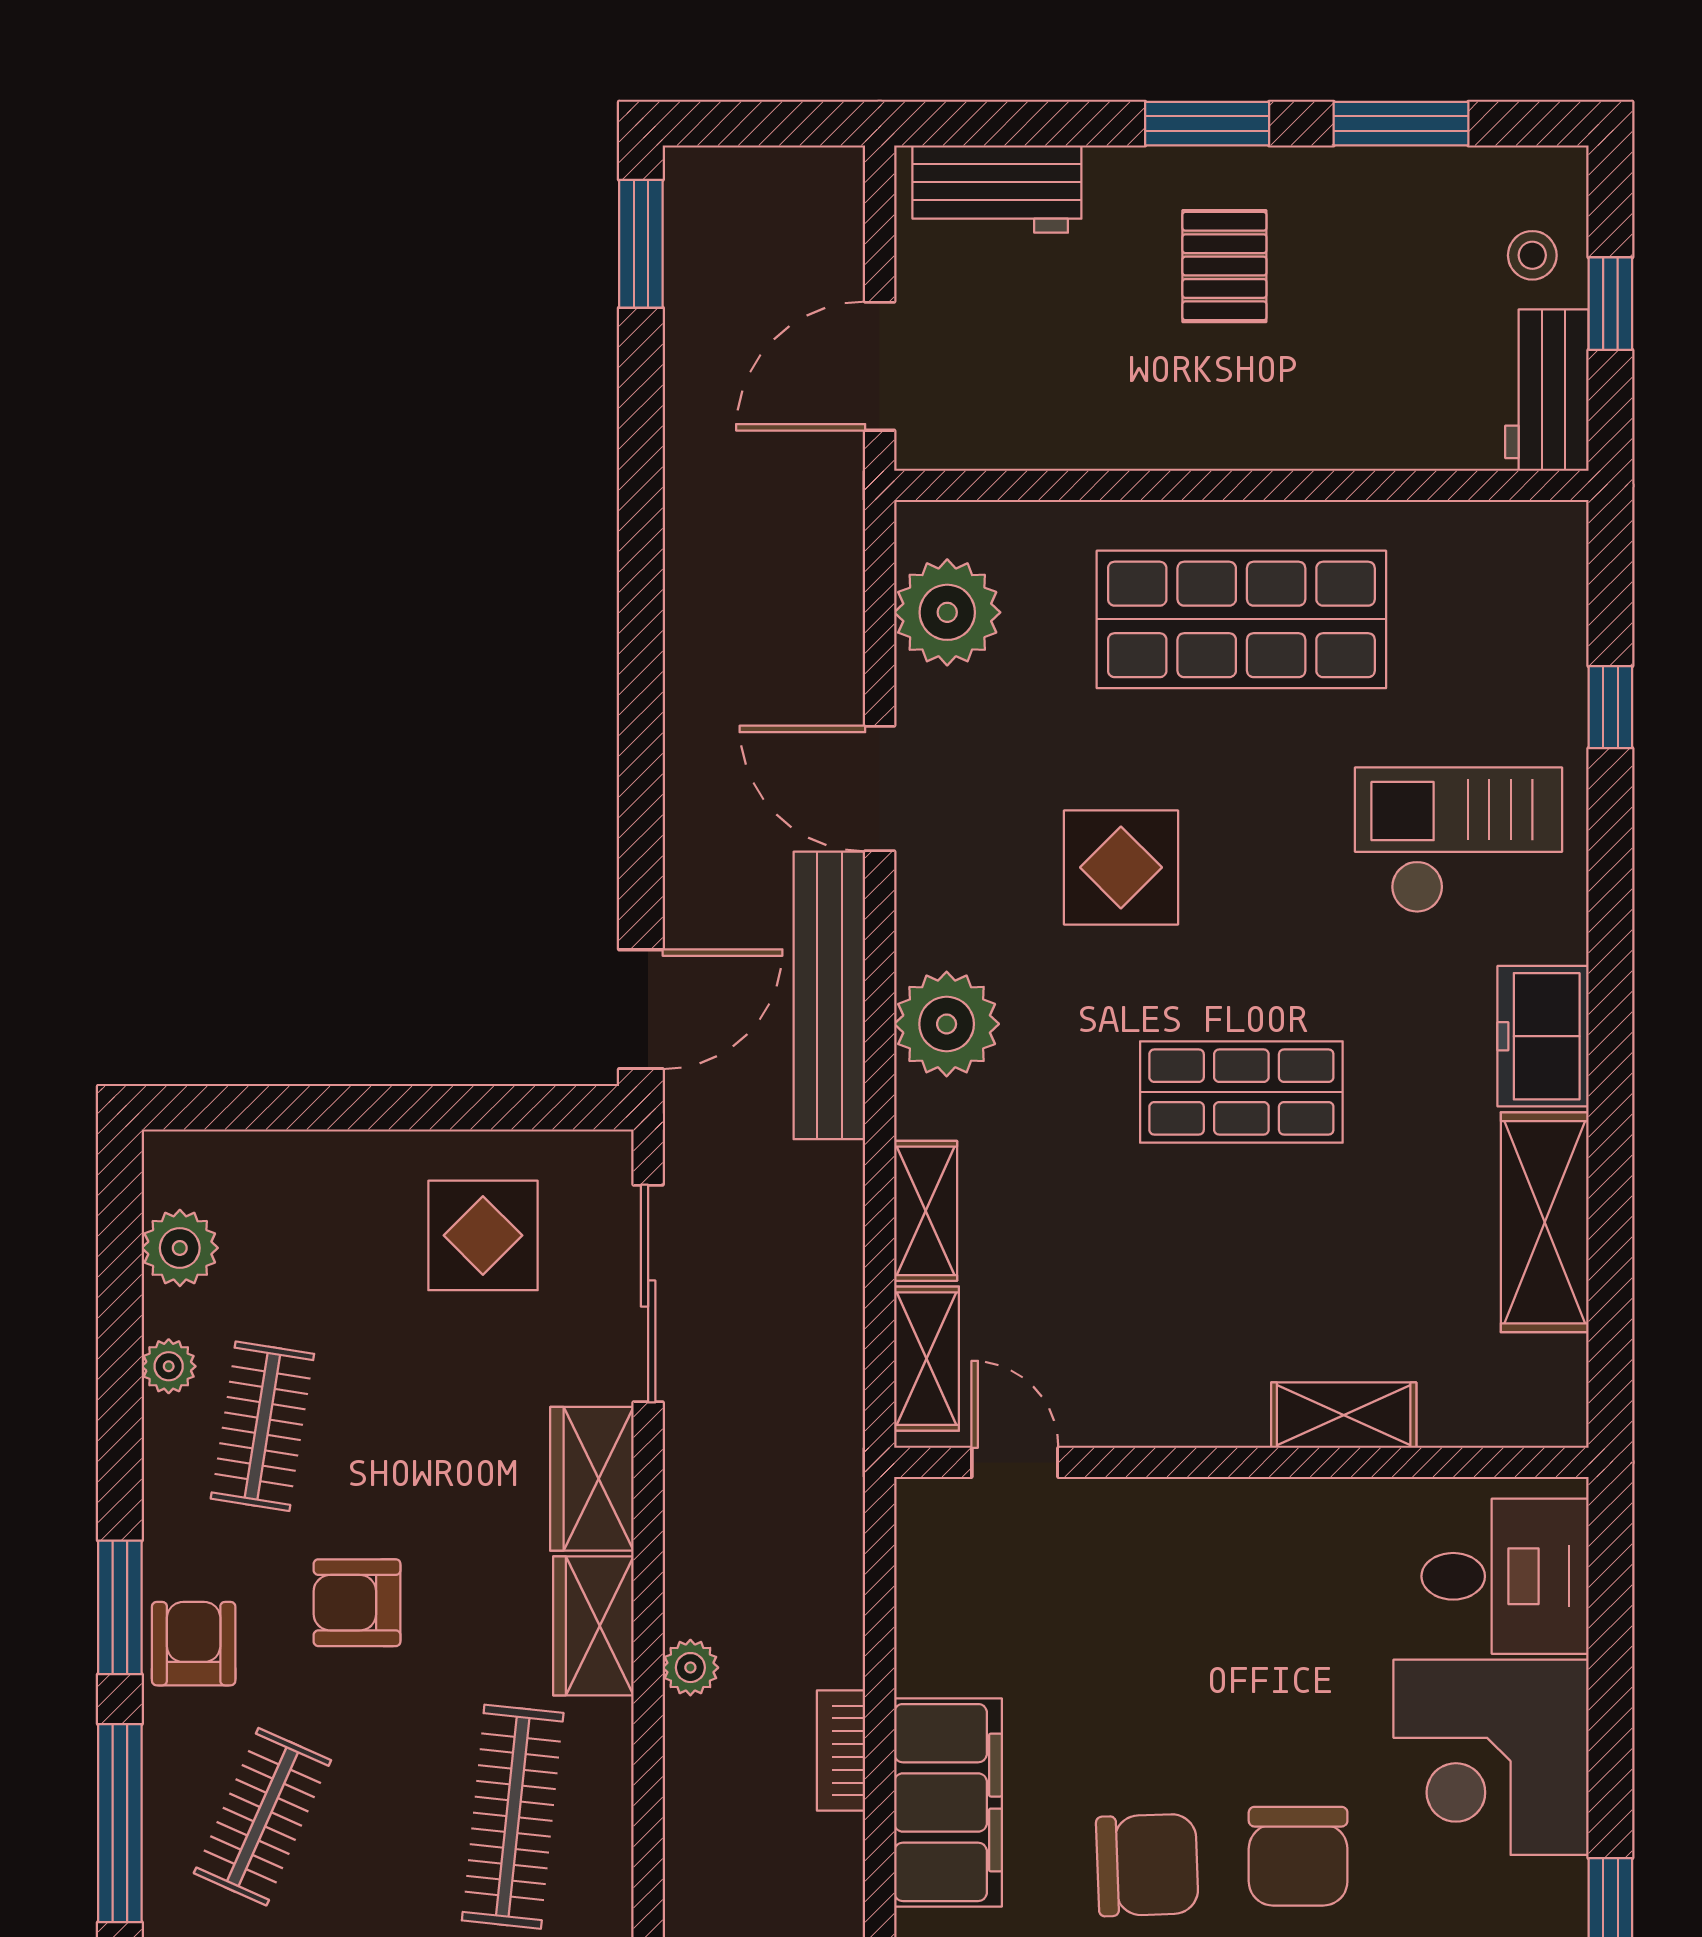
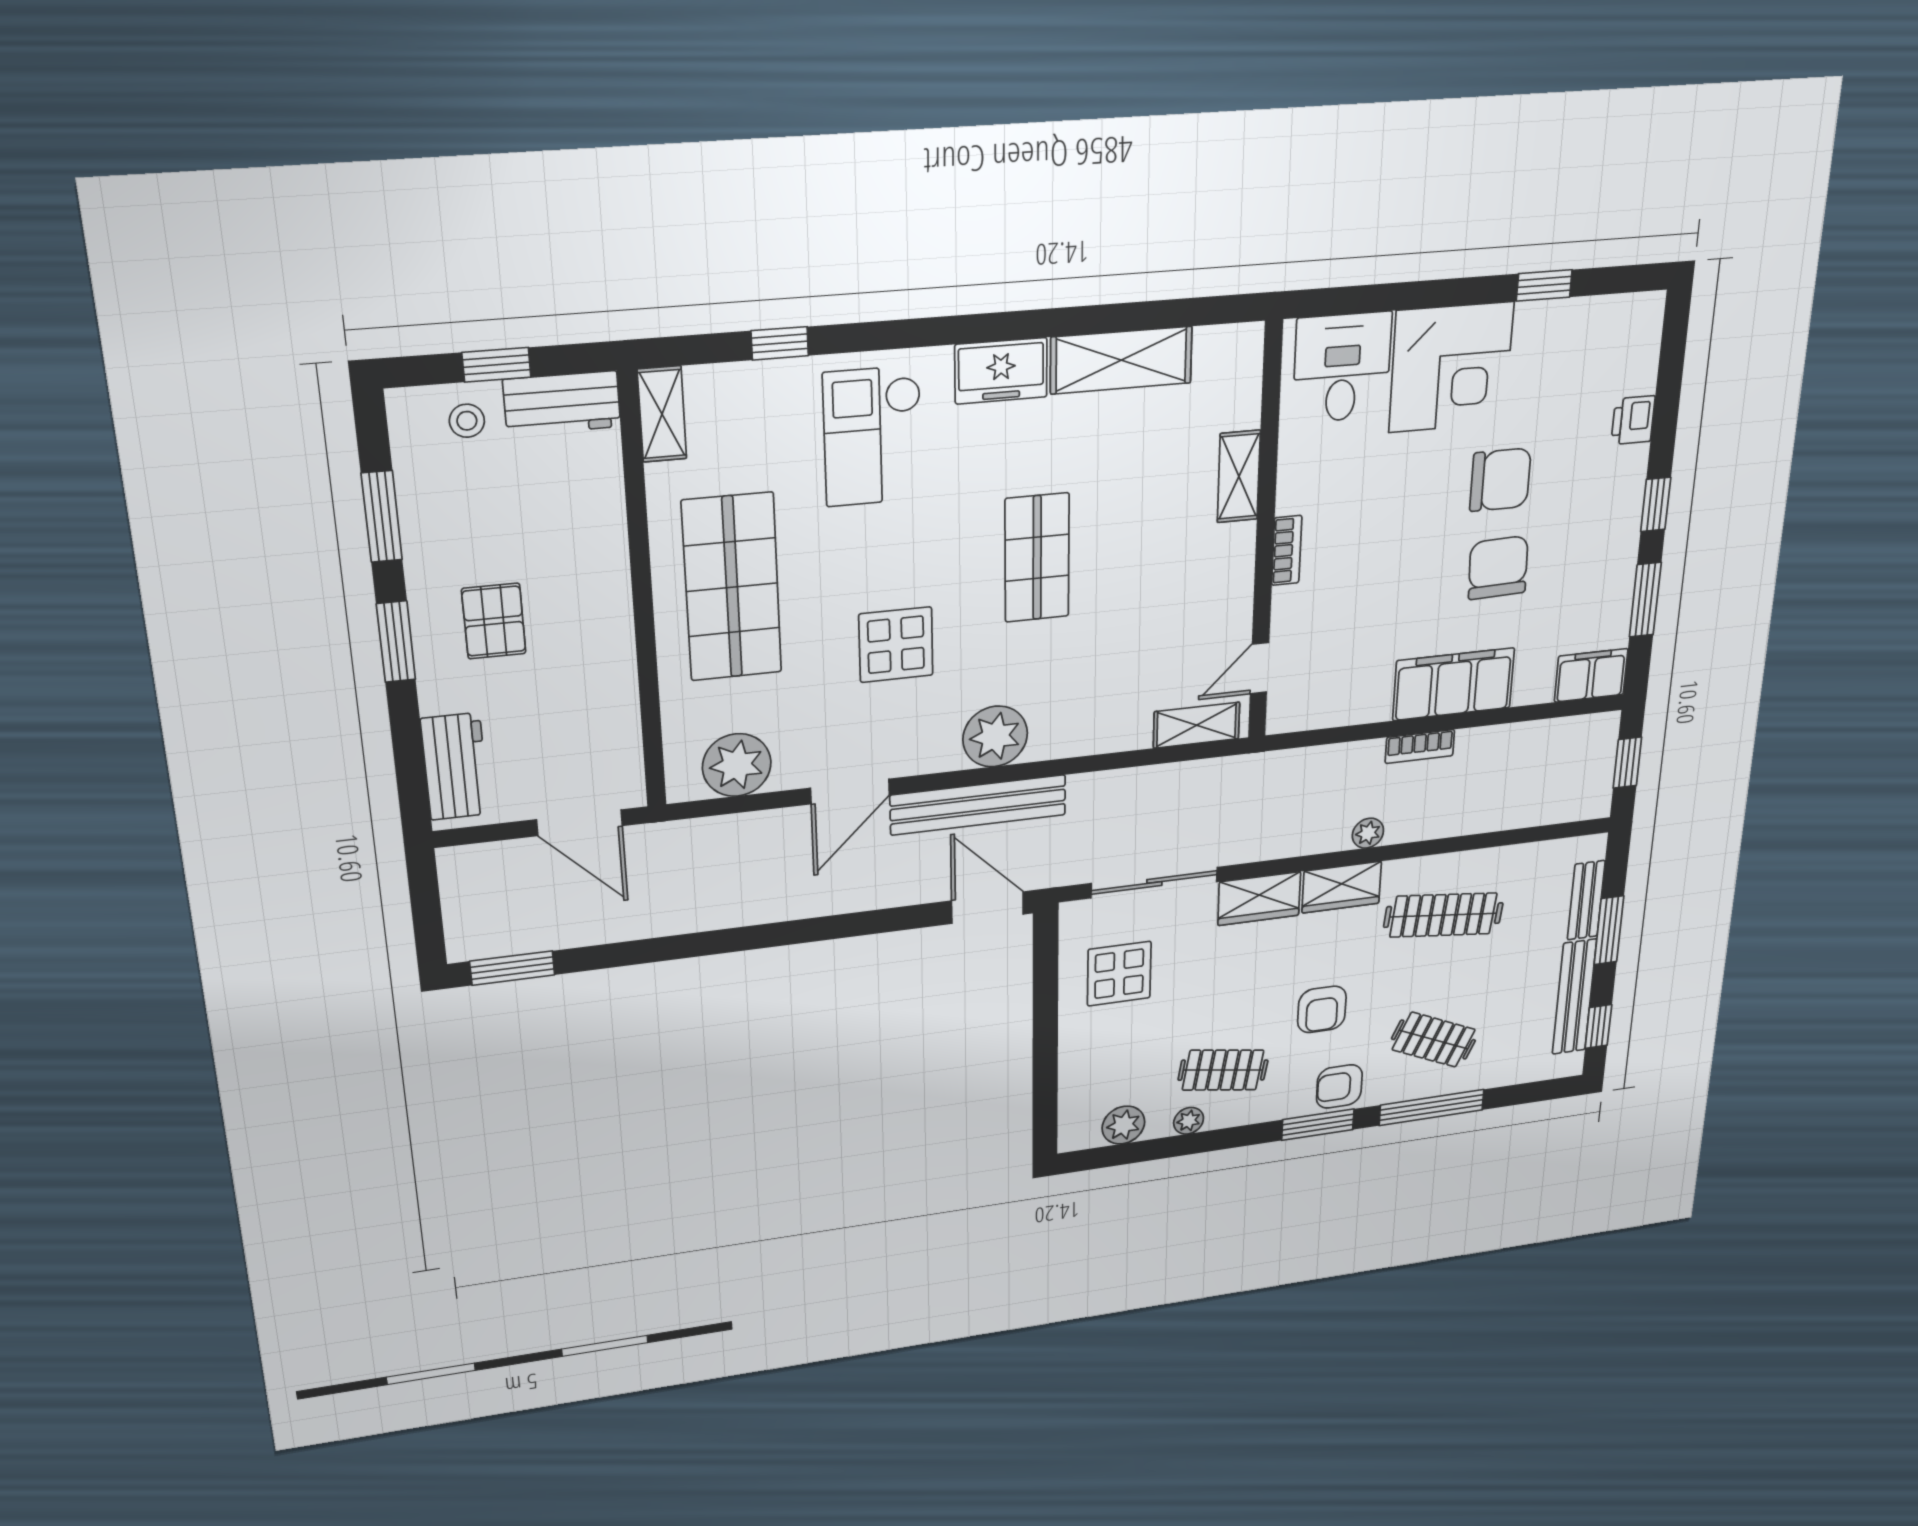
pallet: (1224, 266) -> (494, 621), turned 90
shelving: (926, 1211) -> (662, 414), moved, turned 90
bookcase: (1213, 1499) -> (1287, 550), added

